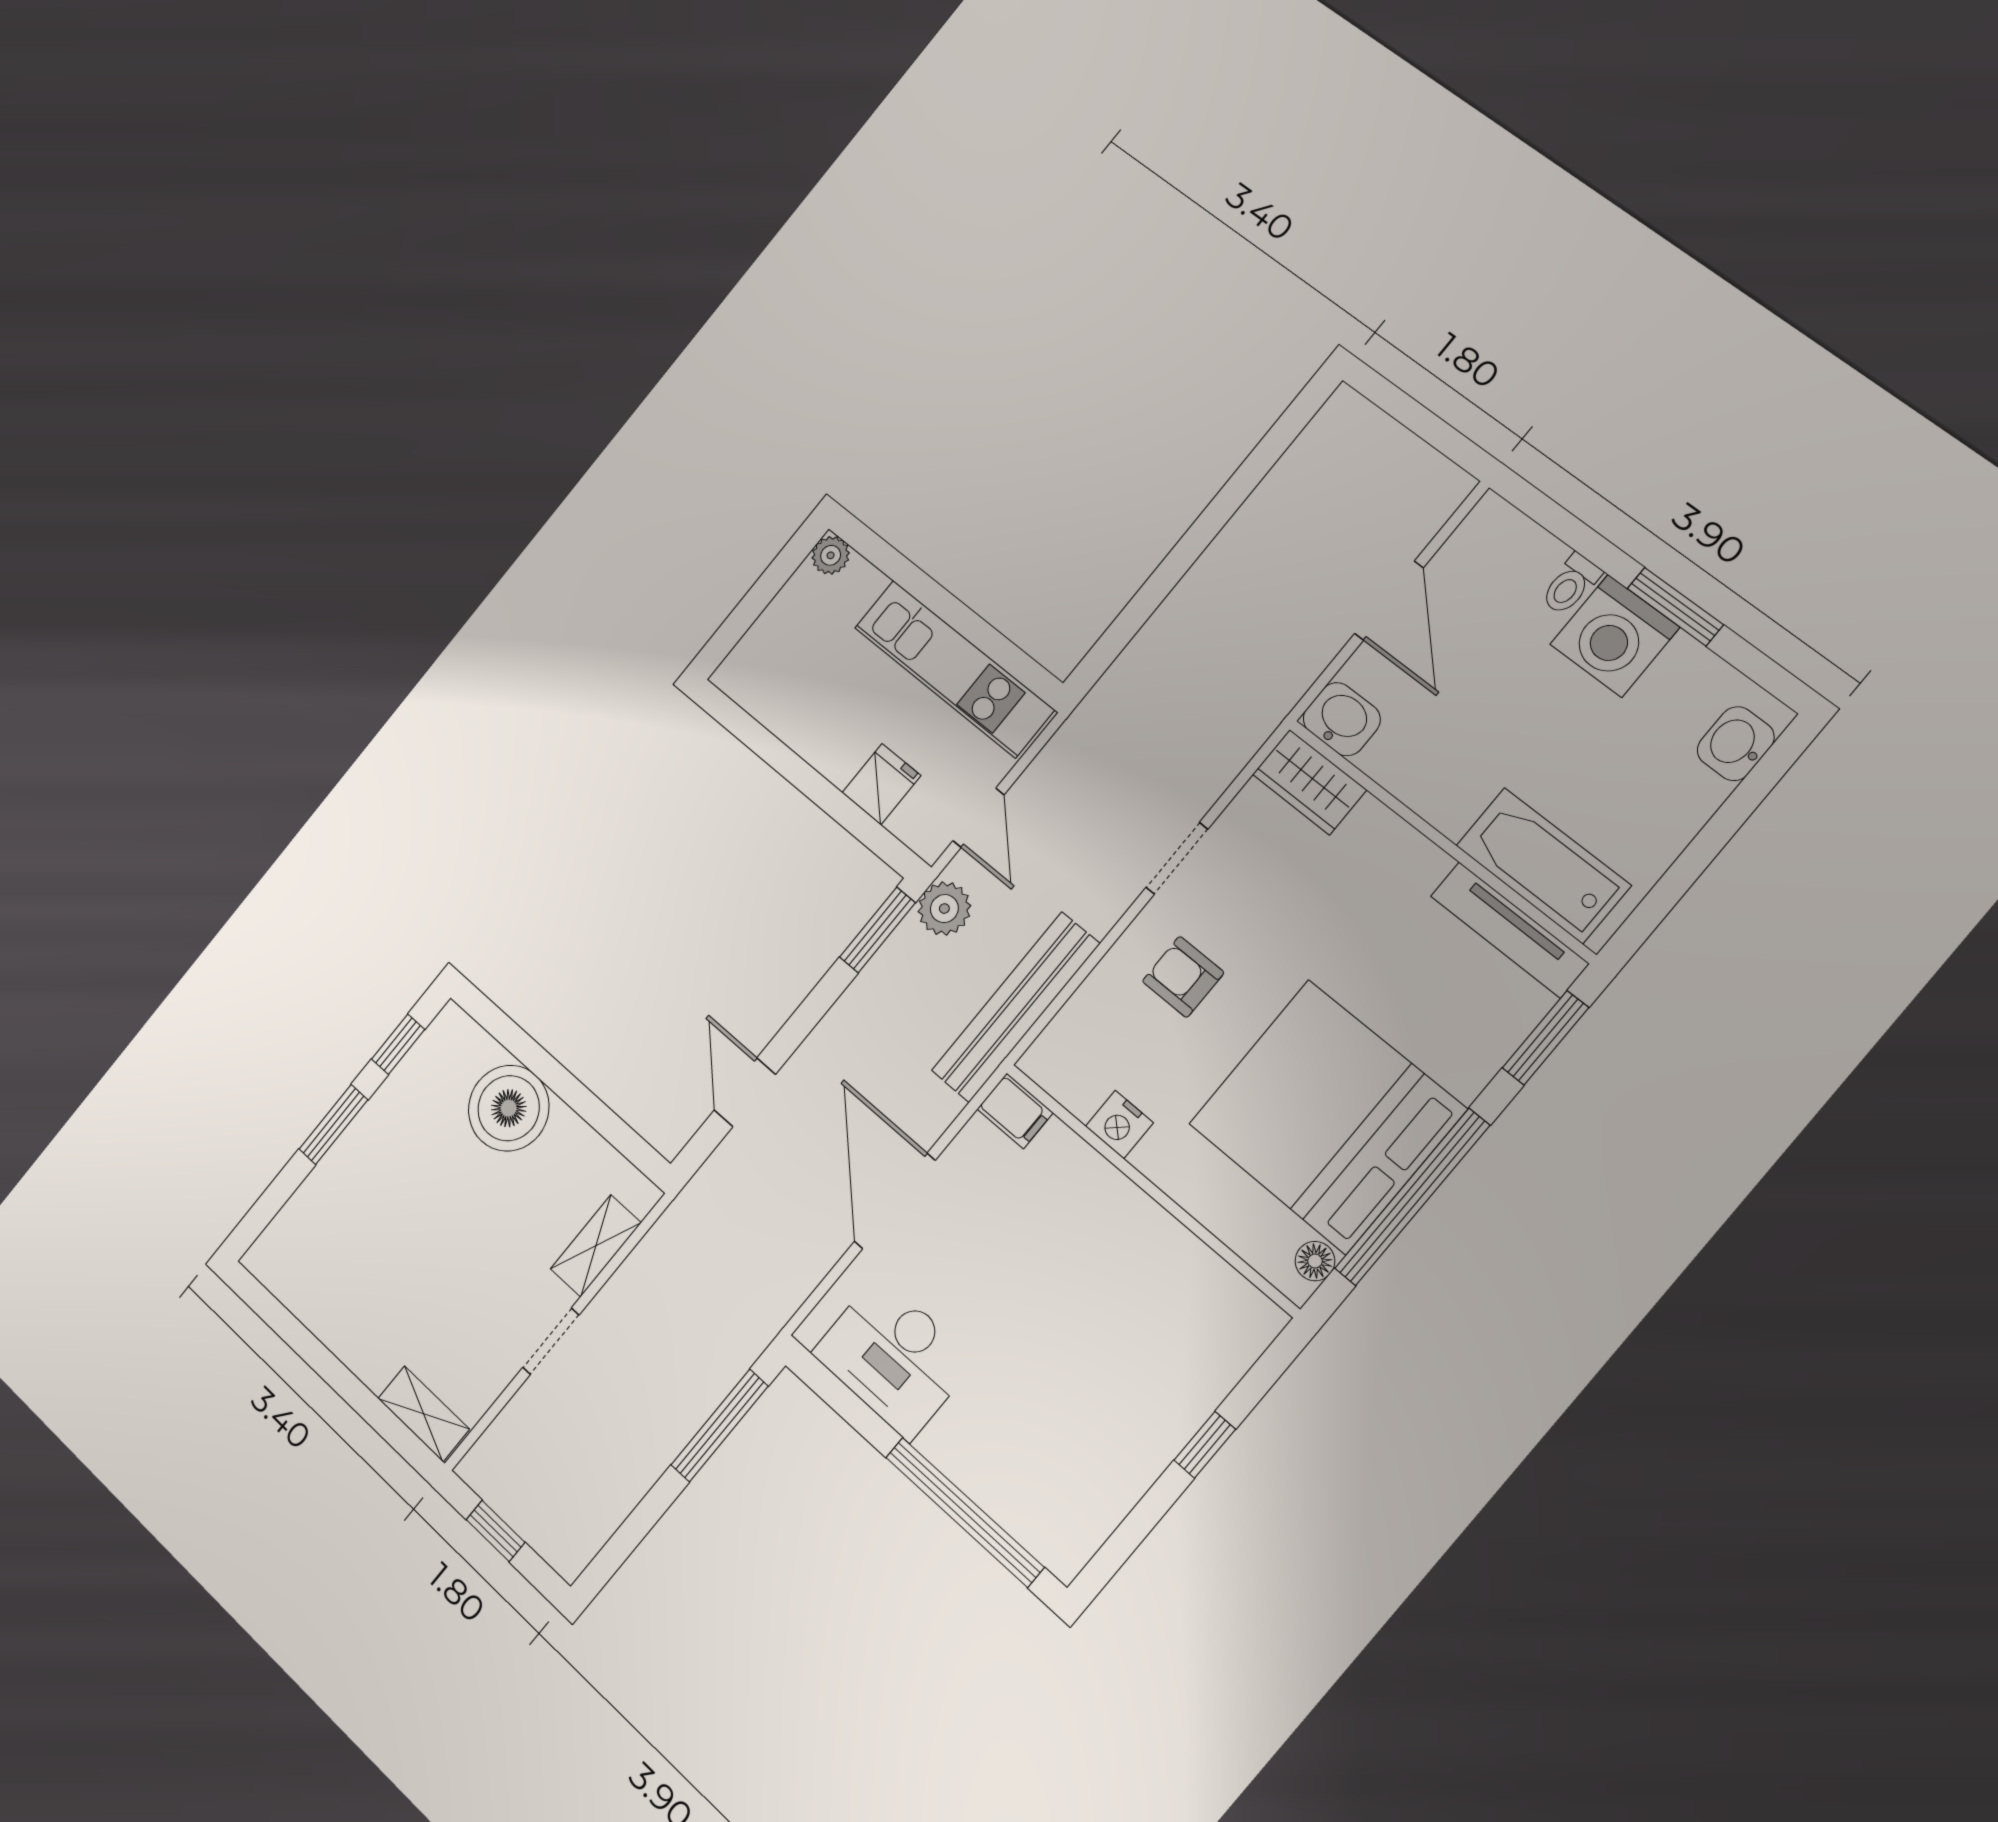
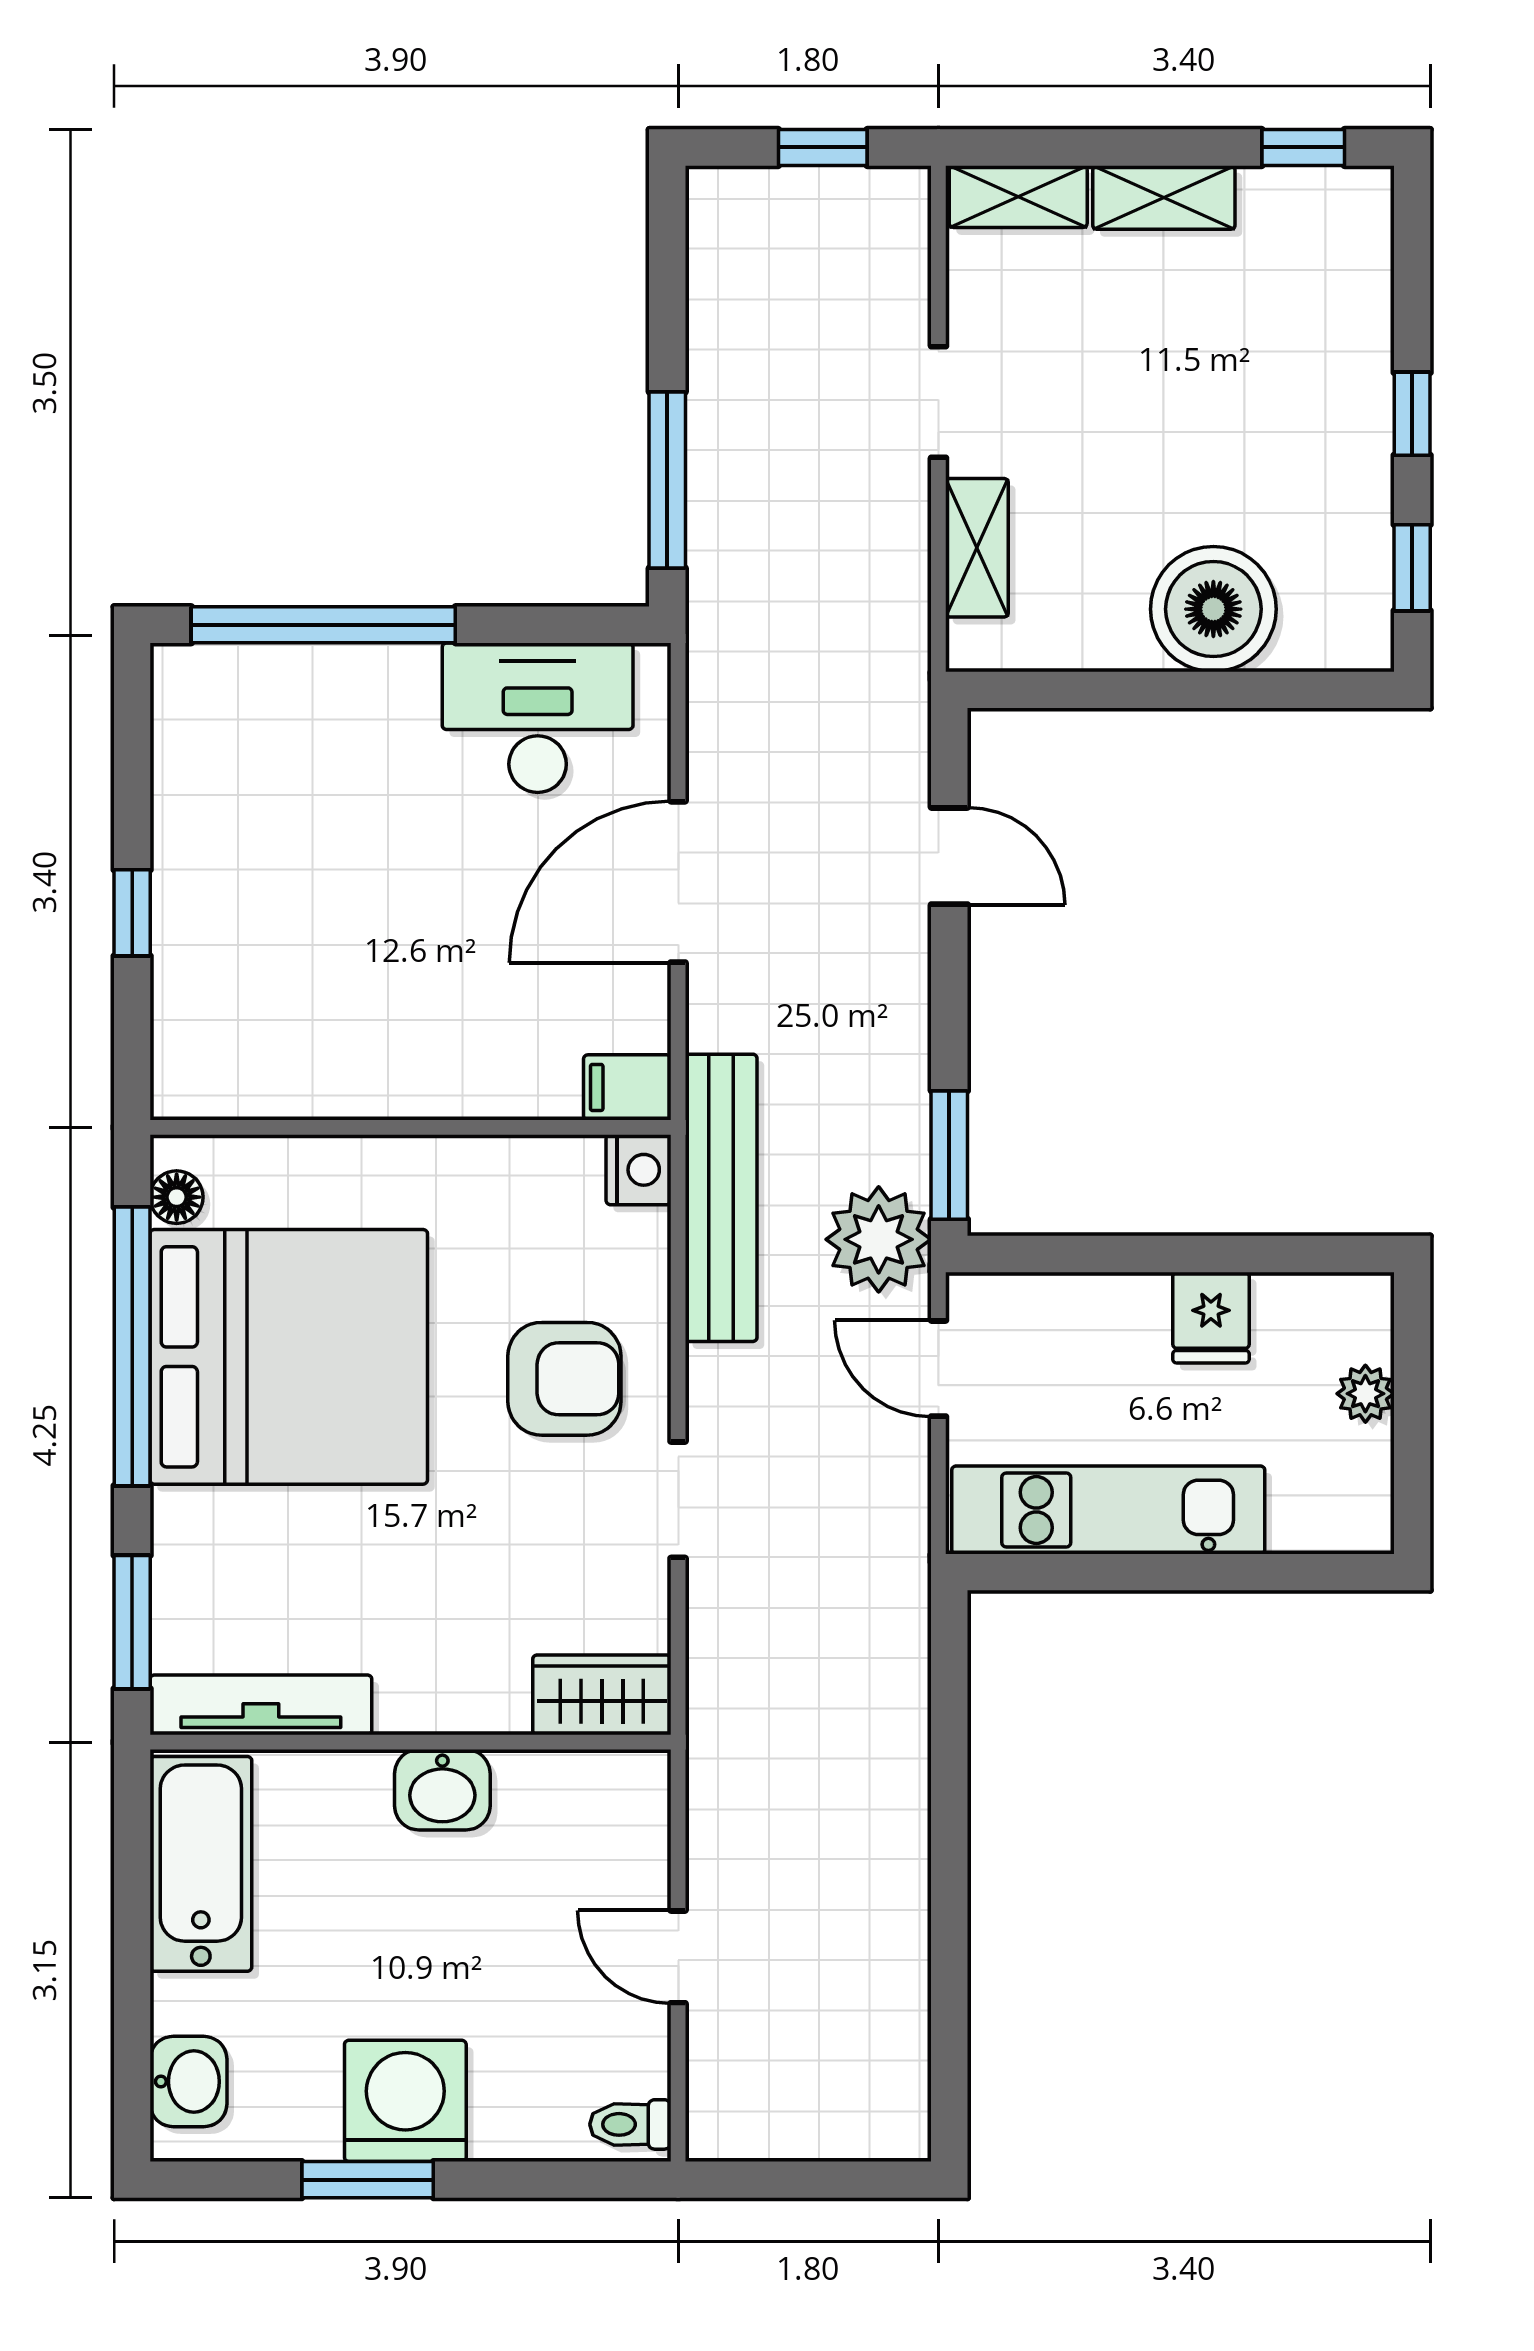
plant: (831, 555) -> (1365, 1394), moved
toilet: (1571, 585) -> (630, 2124), moved, turned -90
door: (1389, 601) -> (678, 1957), width x0.73
washbasin: (1342, 719) -> (442, 1790), moved
fridge: (881, 784) -> (1211, 1318), moved
bathtub: (1543, 865) -> (201, 1864), moved, turned -90
plant: (944, 909) -> (879, 1239), width x1.36, depth x1.36
armchair: (1183, 977) -> (564, 1379), width x1.38, depth x1.38
window: (333, 1124) -> (1412, 414), width x0.67
nightstand: (1119, 1124) -> (639, 1170), moved, turned 90
door: (895, 1201) -> (678, 882), swing flipped
window: (271, 1311) -> (1303, 147), added
shelving: (356, 1347) -> (1164, 197), added

